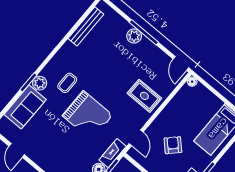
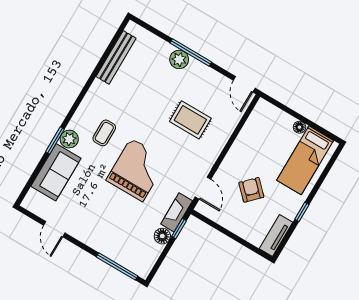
floor lamp: (192, 82) -> (300, 127), moved
rug: (144, 96) -> (190, 120), moved
grand piano: (87, 115) -> (137, 170), turned -90

